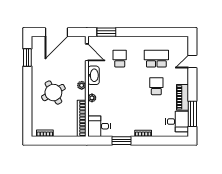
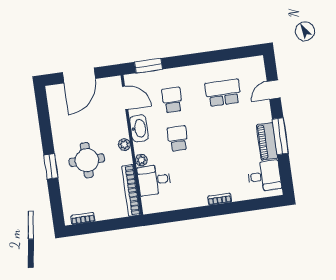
window: (27, 57) -> (51, 166), moved
school desk: (156, 86) -> (178, 138), moved
round table: (53, 93) -> (87, 160), turned 30
window: (192, 114) -> (280, 136), moved
desk: (99, 126) -> (154, 180), moved
window: (121, 141) -> (191, 214), removed

